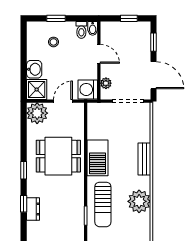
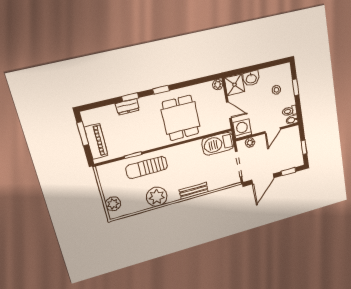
plant: (37, 113) -> (218, 85), width x0.53, depth x0.53
barbecue: (98, 158) -> (218, 144), moved

